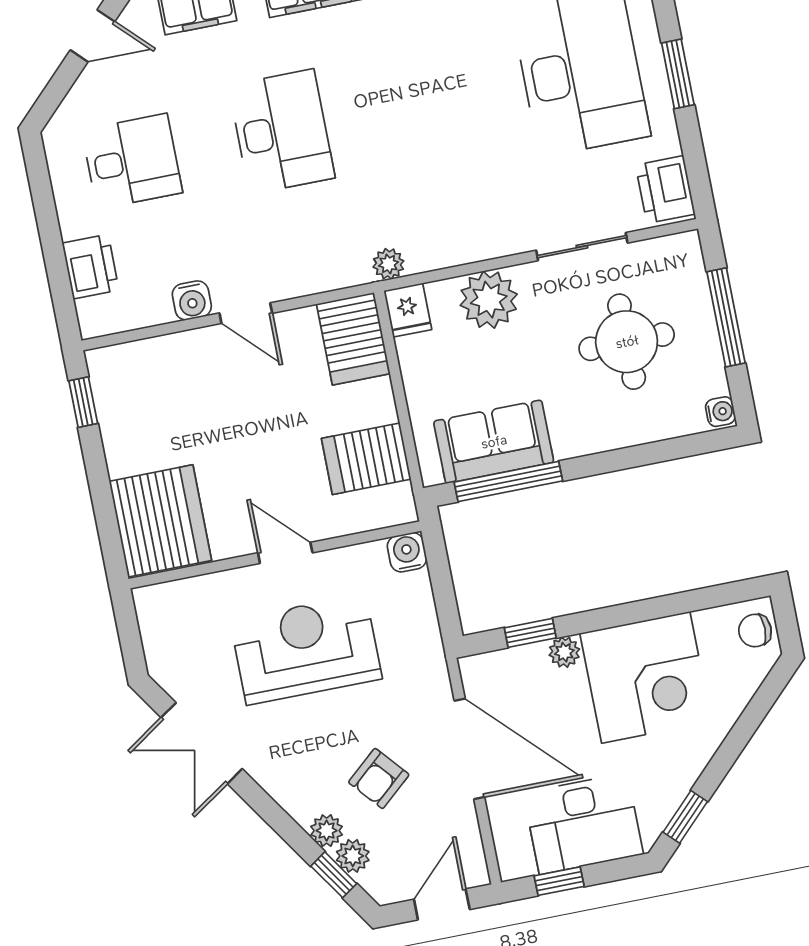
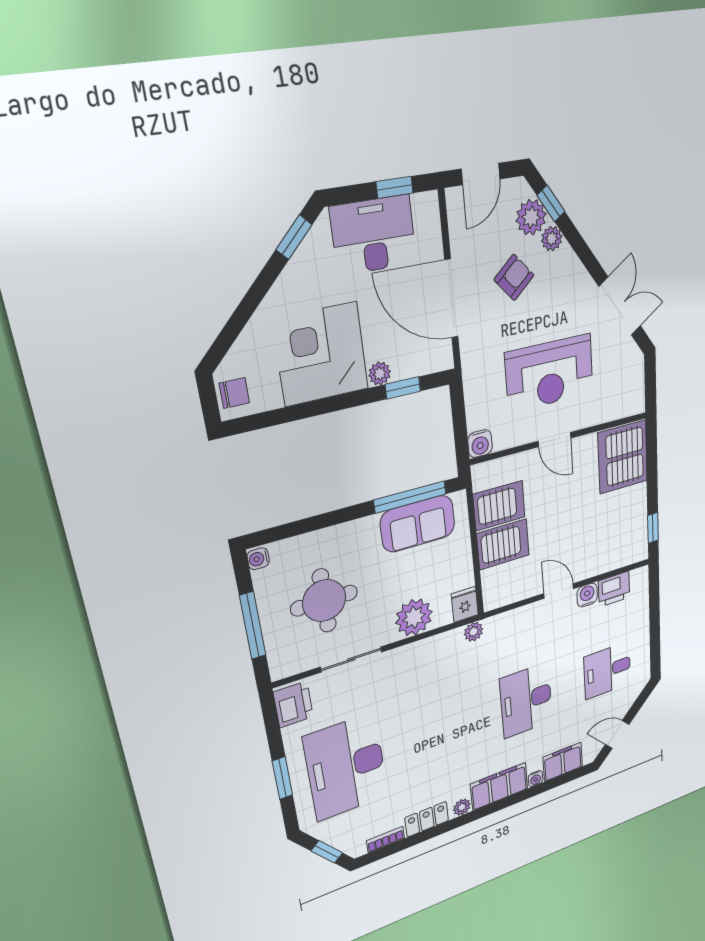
printer: (91, 267) -> (614, 589), moved, turned -90
server rack: (353, 339) -> (503, 544), moved, turned 90
plant: (353, 856) -> (531, 217), width x1.38, depth x1.38

